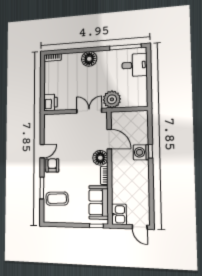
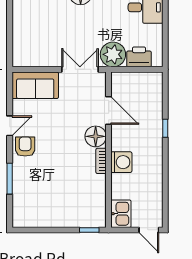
printer: (50, 102) -> (139, 57), moved, turned -90
washing machine: (141, 152) -> (121, 162), moved, turned 180
coffee table: (57, 199) -> (32, 194), removed
sofa: (99, 202) -> (35, 85), moved, turned -90

